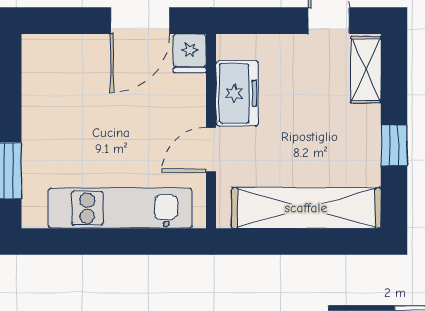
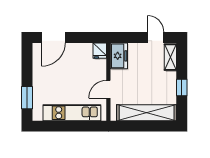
door: (140, 21) -> (53, 37), moved
freezer: (237, 93) -> (119, 56), moved

